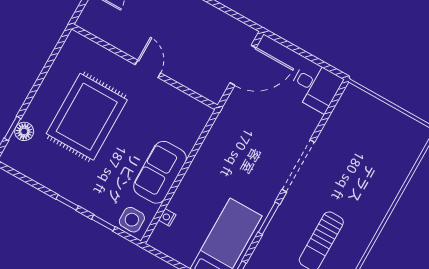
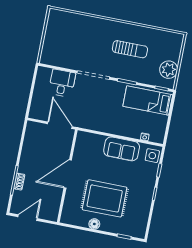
door: (243, 65) -> (60, 125), moved
door: (148, 69) -> (68, 174), width x1.88
desk: (315, 86) -> (62, 83), moved
floor lamp: (24, 131) -> (94, 224), moved

